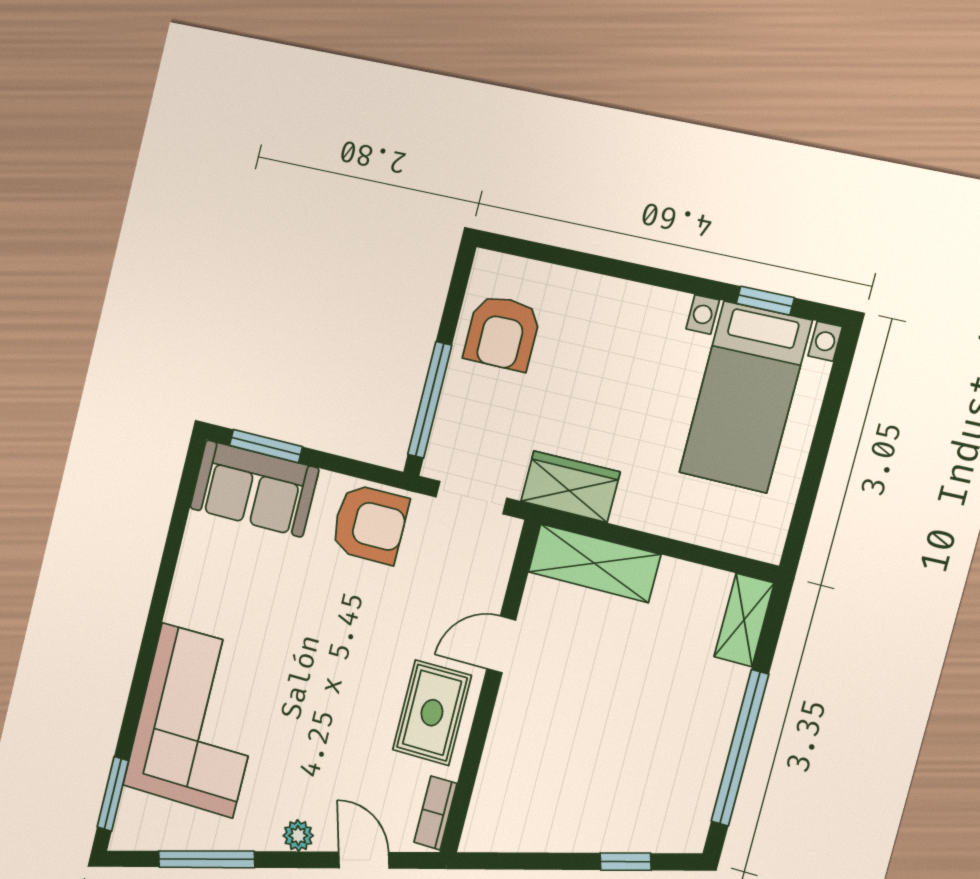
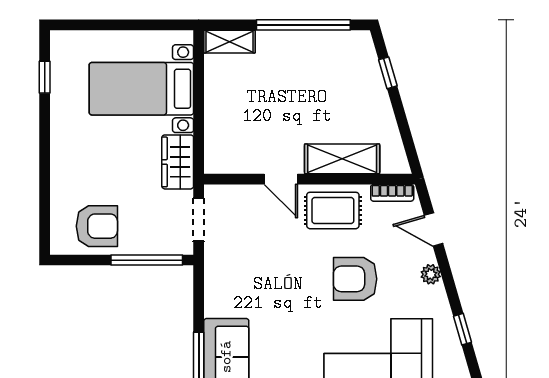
bed with nightstands: (745, 397) -> (141, 89), moved, turned 180
armchair: (370, 524) -> (355, 279), moved, turned -90
shelving: (594, 563) -> (342, 159), moved, turned 90
window: (206, 859) -> (463, 329), width x0.46
door: (364, 860) -> (433, 229), hinge flipped

